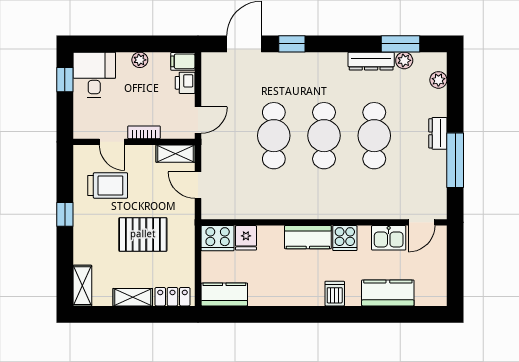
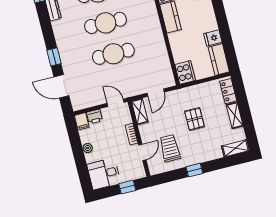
window: (65, 80) -> (127, 187), moved
pallet: (143, 234) -> (195, 119), width x0.67, depth x0.71
fridge: (246, 238) -> (213, 38), moved, turned 180

